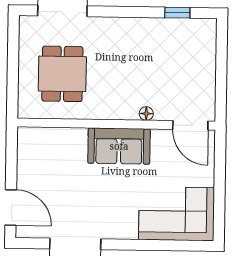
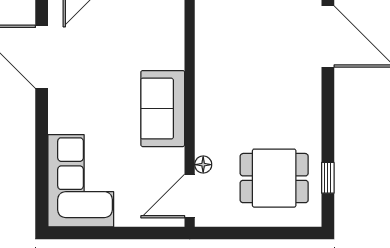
dining table: (62, 74) -> (274, 178), moved
floor lamp: (146, 114) -> (203, 165), moved

